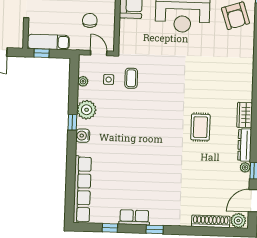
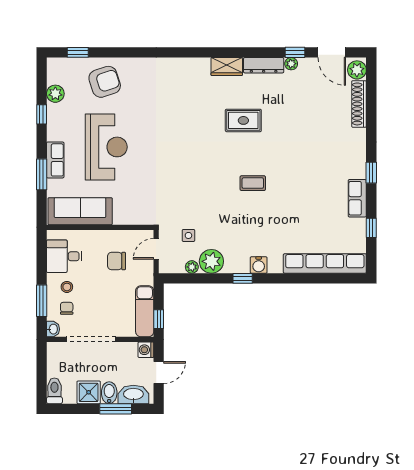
washing machine: (17, 42) -> (146, 350), added
coffee table: (131, 78) -> (253, 183), moved
plant: (87, 110) -> (211, 261), moved

